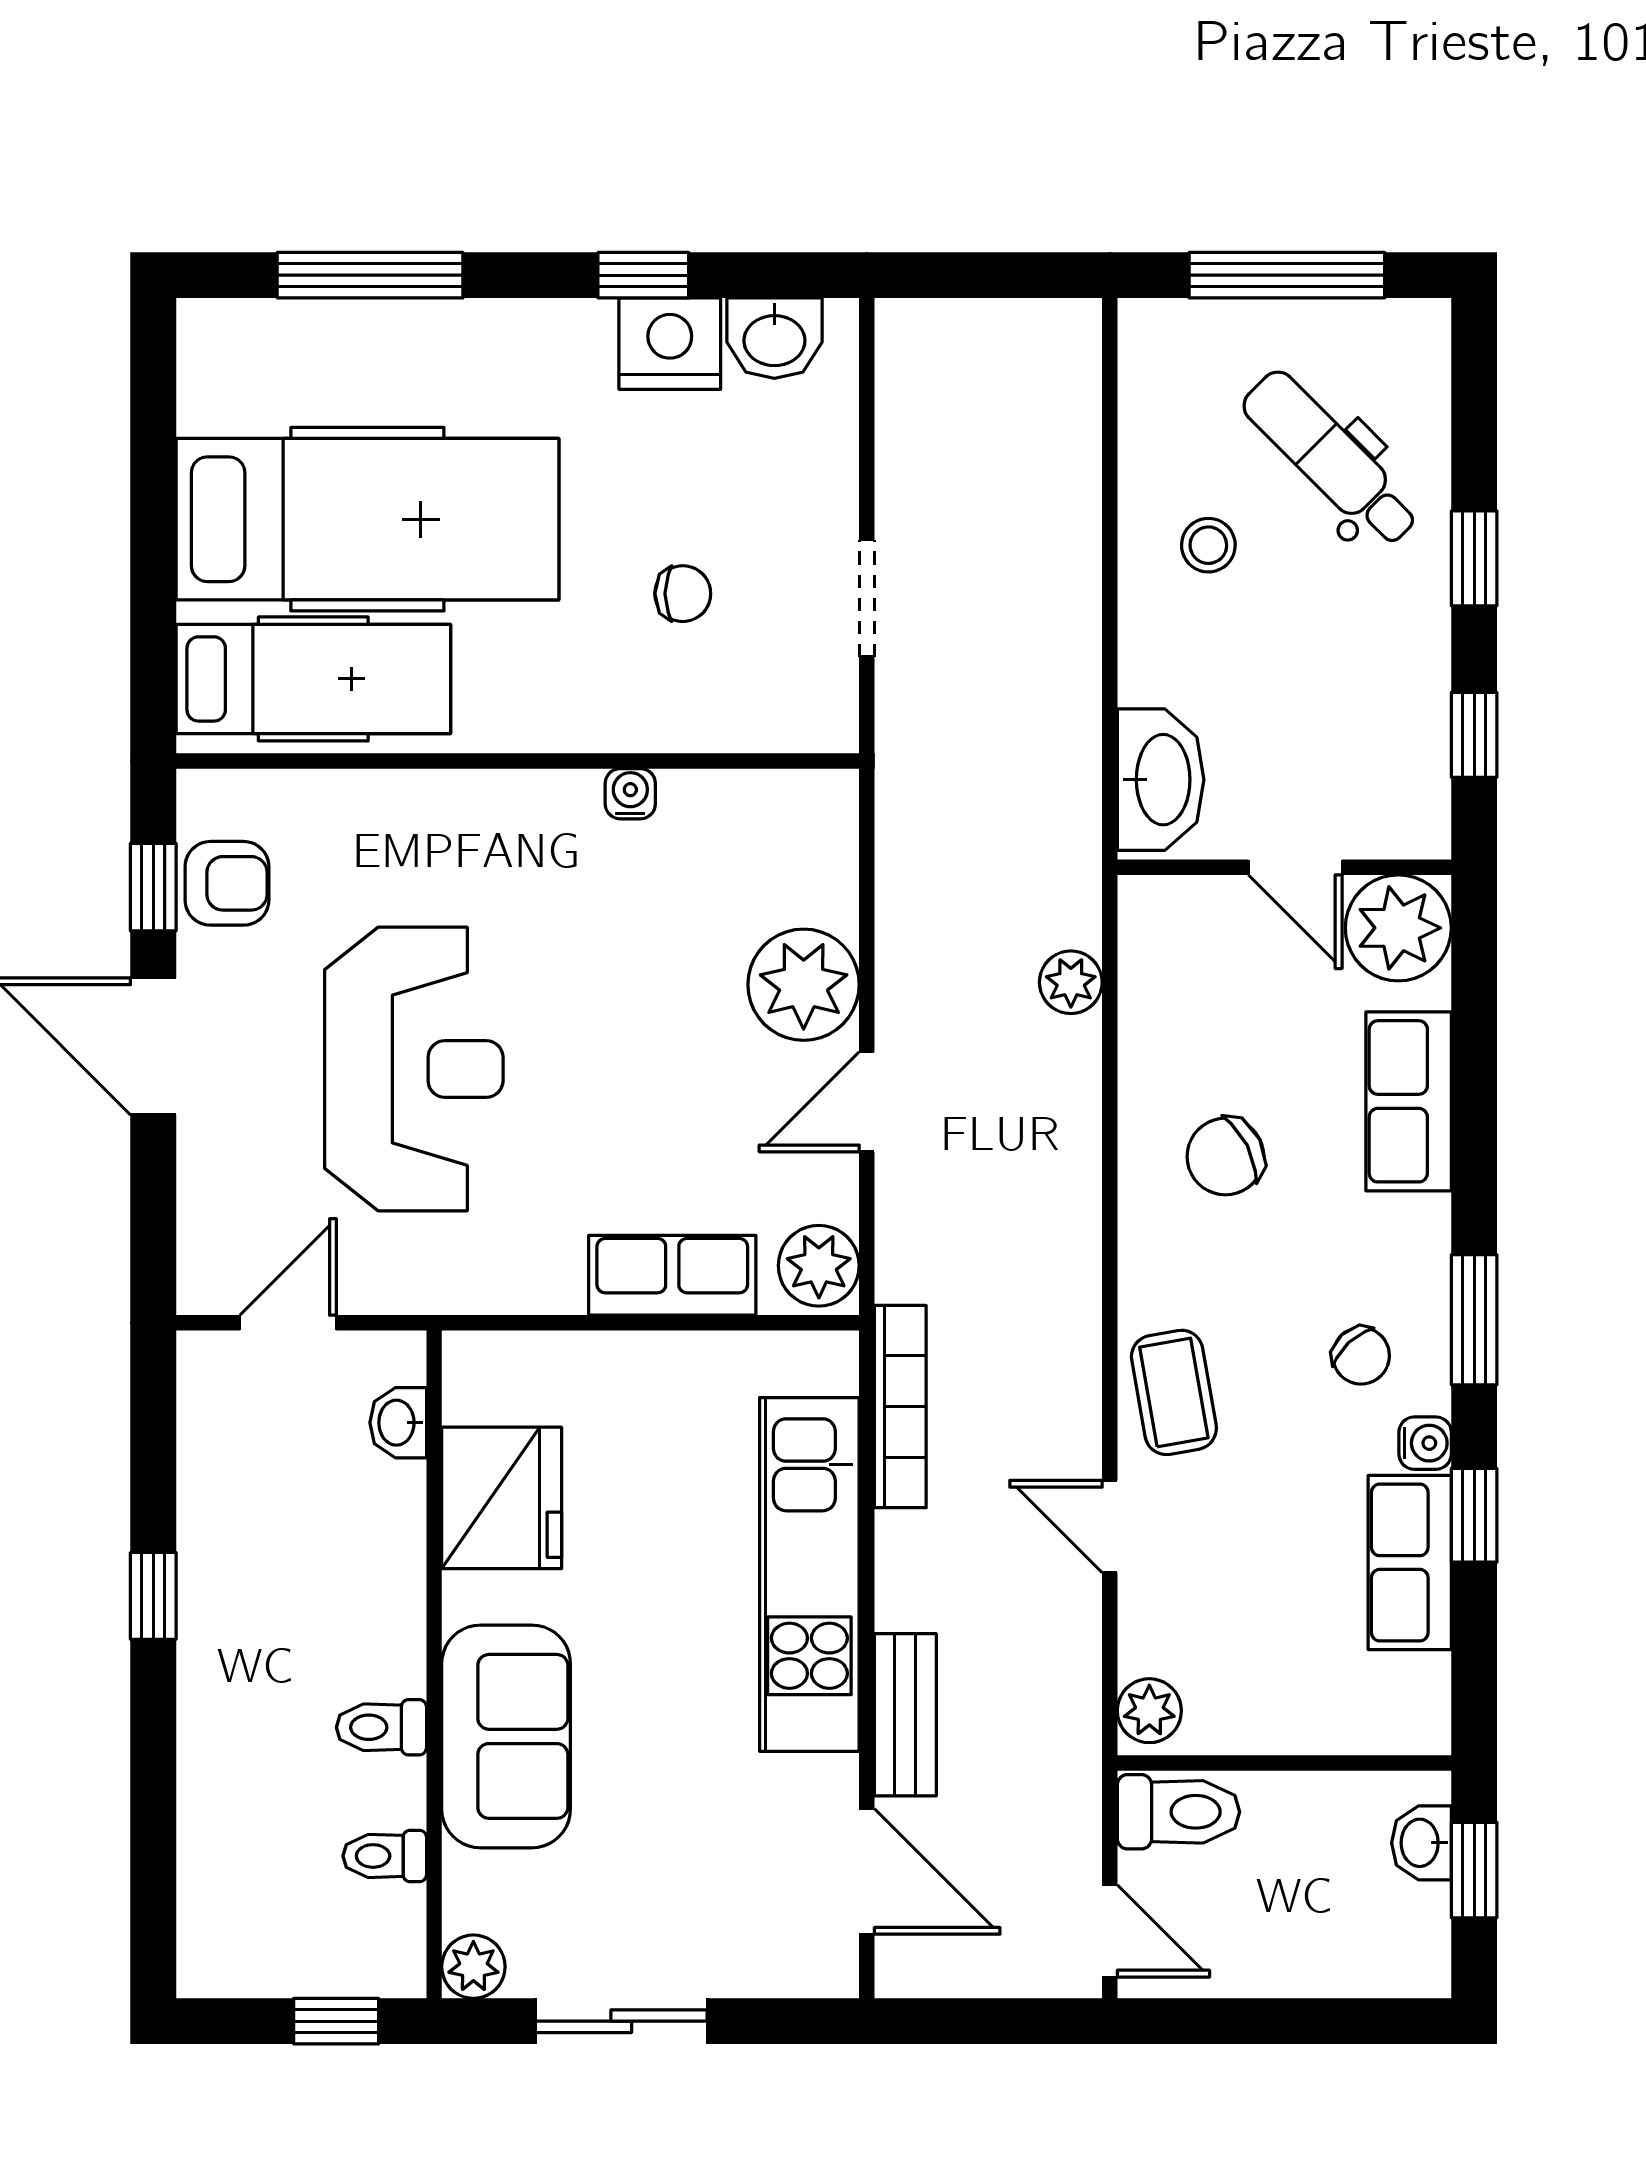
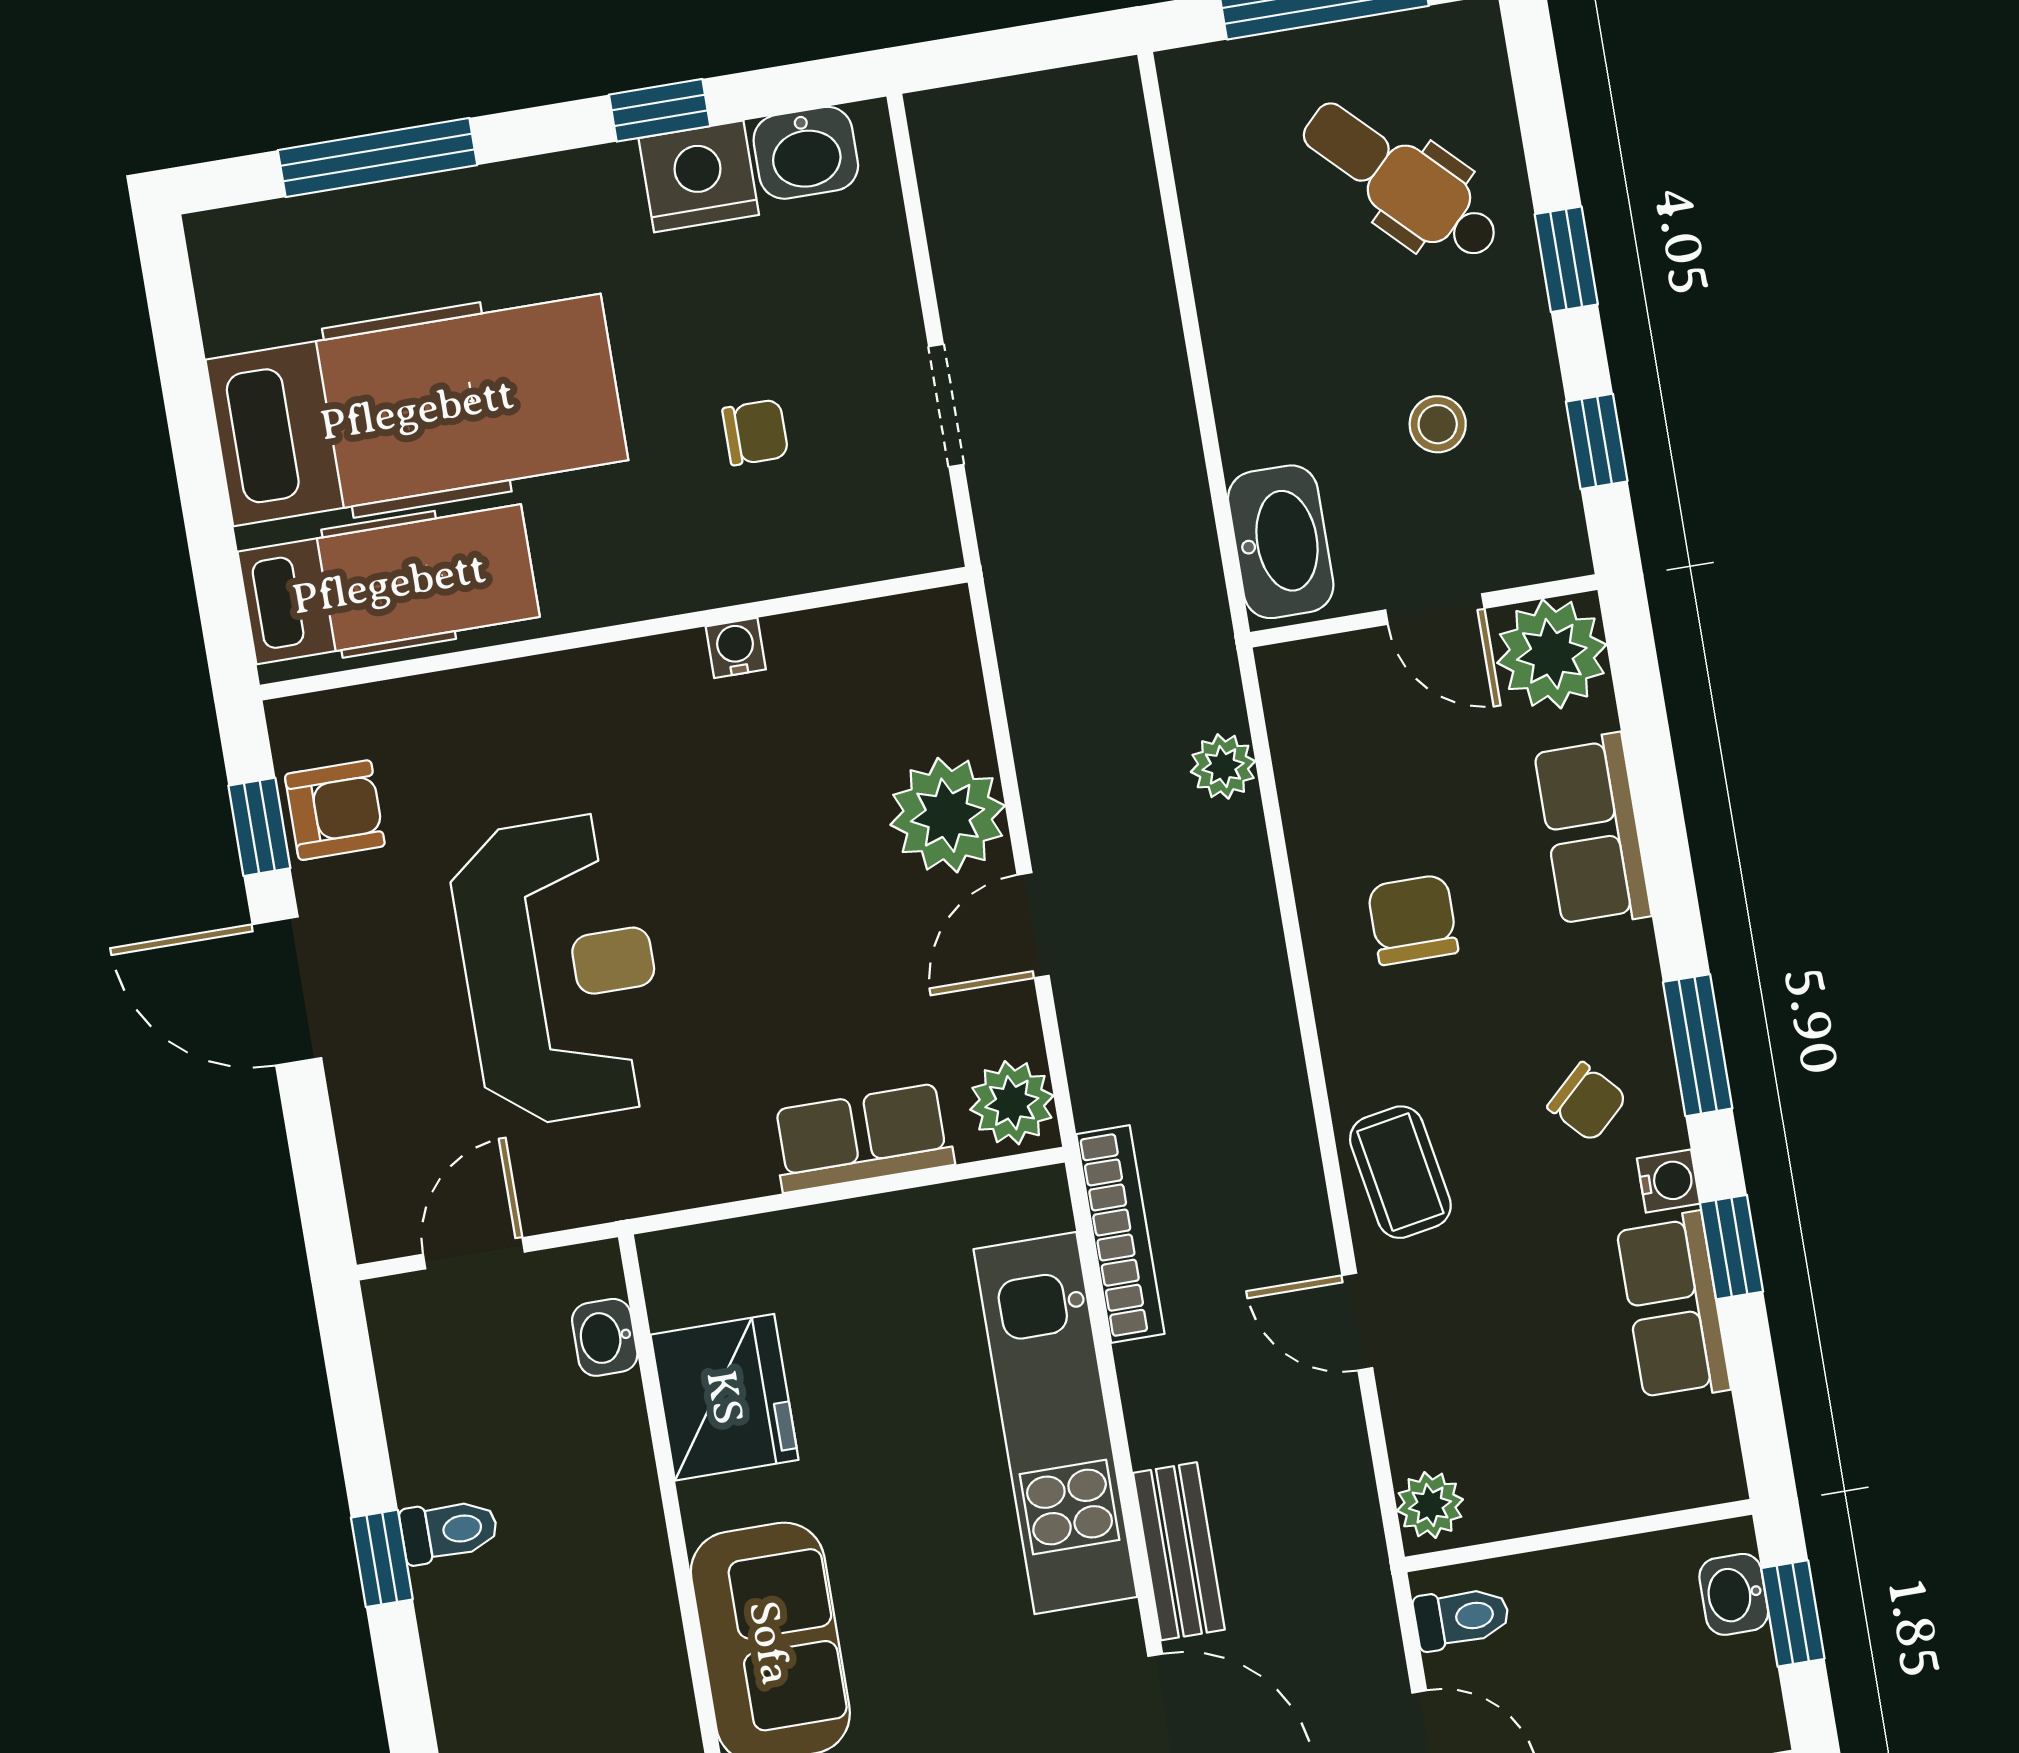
stool: (1208, 545) -> (1438, 424), moved
chair: (1225, 1157) -> (1413, 920), turned 117
toilet: (381, 1727) -> (449, 1531), moved, turned 180
toilet: (1179, 1812) -> (1462, 1618), width x0.73, depth x0.72

